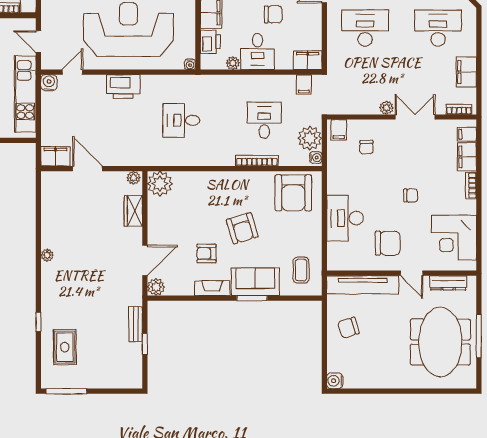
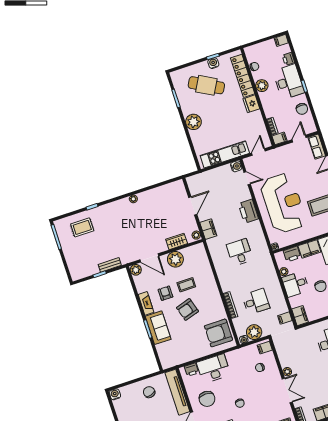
filing cabinet: (56, 156) -> (208, 229), moved
plant: (160, 184) -> (175, 259), moved
printer: (335, 252) -> (191, 370), added
coffee table: (301, 270) -> (186, 285), moved

